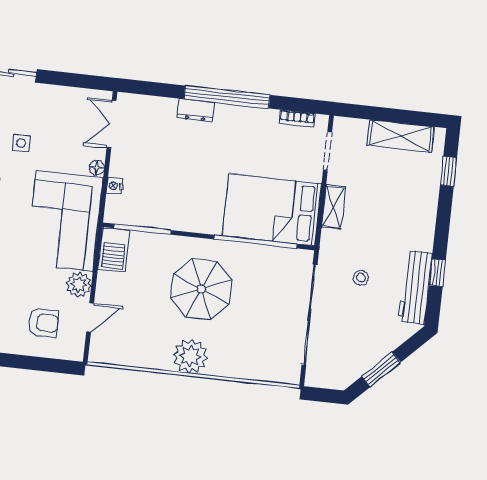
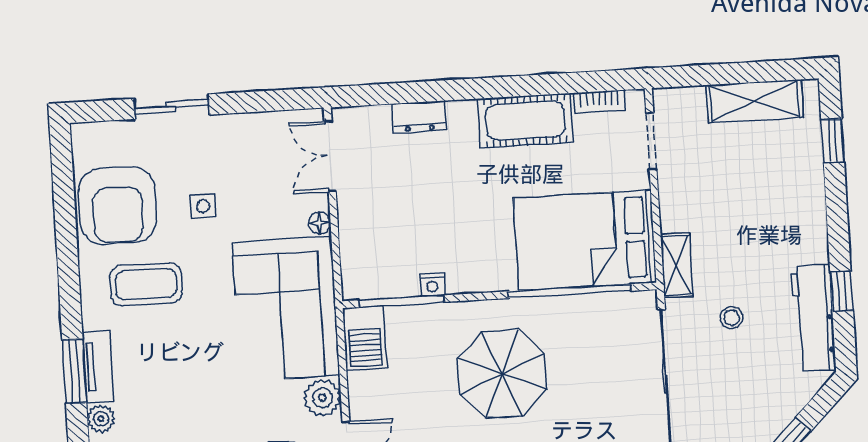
window: (227, 97) -> (492, 88), removed
dresser: (196, 110) -> (419, 117), moved
cot: (246, 123) -> (525, 121), added
nightstand: (114, 186) -> (432, 285), moved, turned -90
shelving: (333, 207) -> (676, 265), moved

